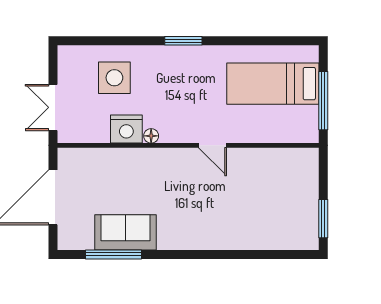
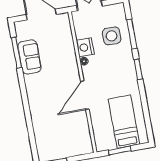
window: (118, 41) -> (132, 34), added
window: (323, 101) -> (120, 150), width x0.69
door: (212, 145) -> (85, 95), width x1.87

